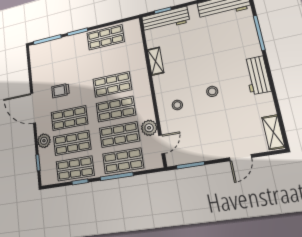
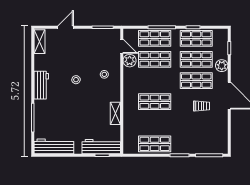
shop shelf: (116, 109) -> (155, 81), removed
door: (162, 144) -> (122, 46), swing flipped

